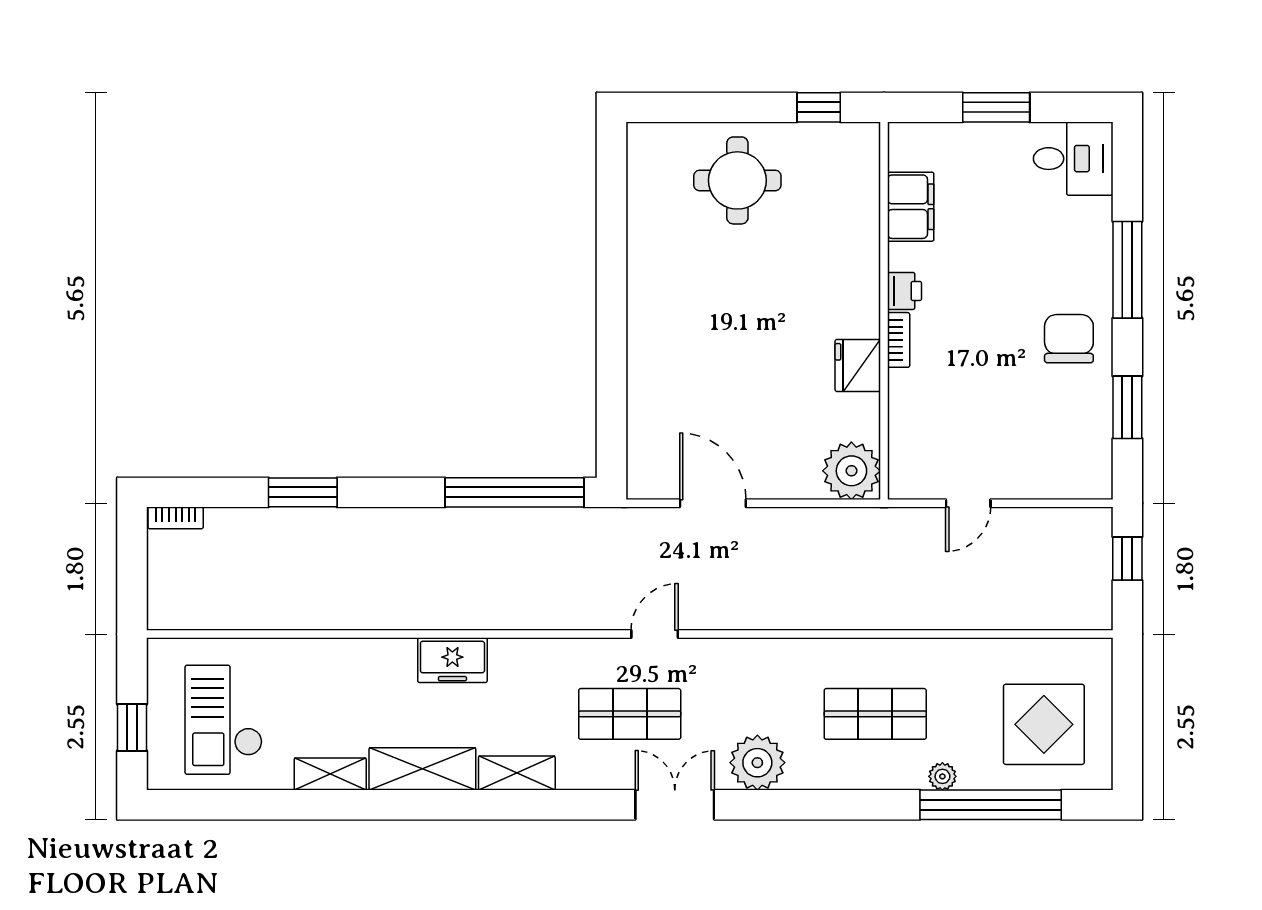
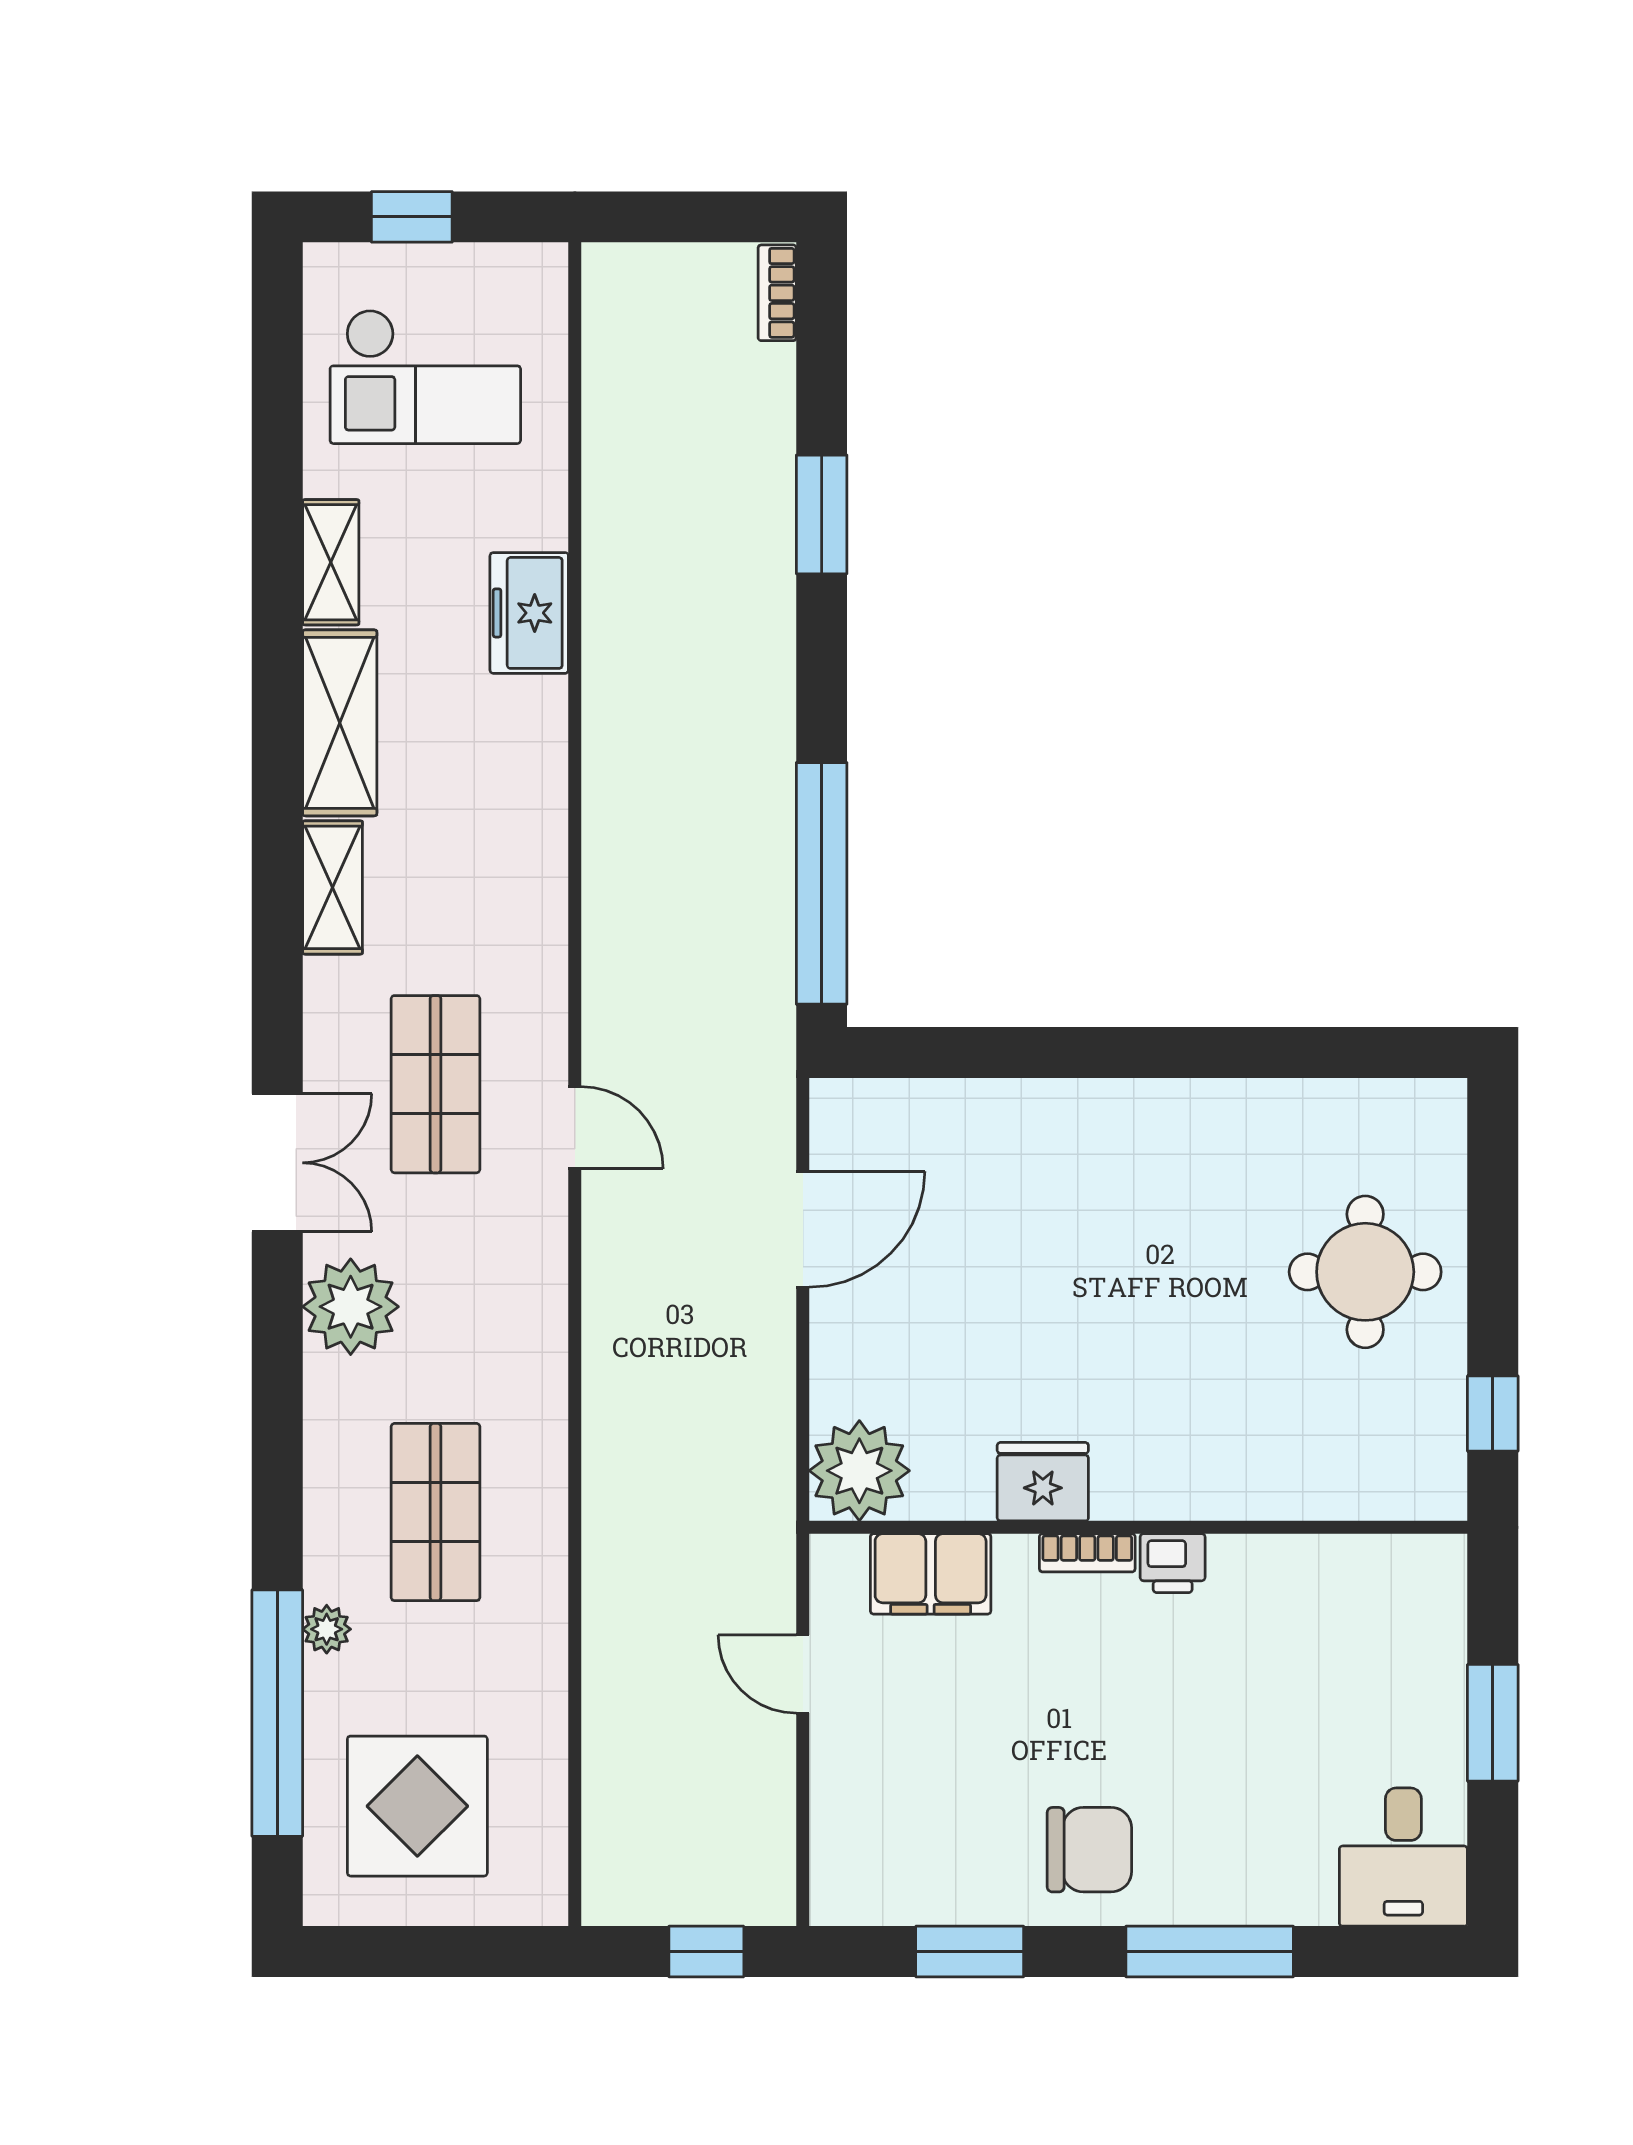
filing cabinet: (911, 207) -> (931, 1574), moved
freezer: (452, 660) -> (529, 613), moved
checkout: (224, 720) -> (425, 377), turned 180

